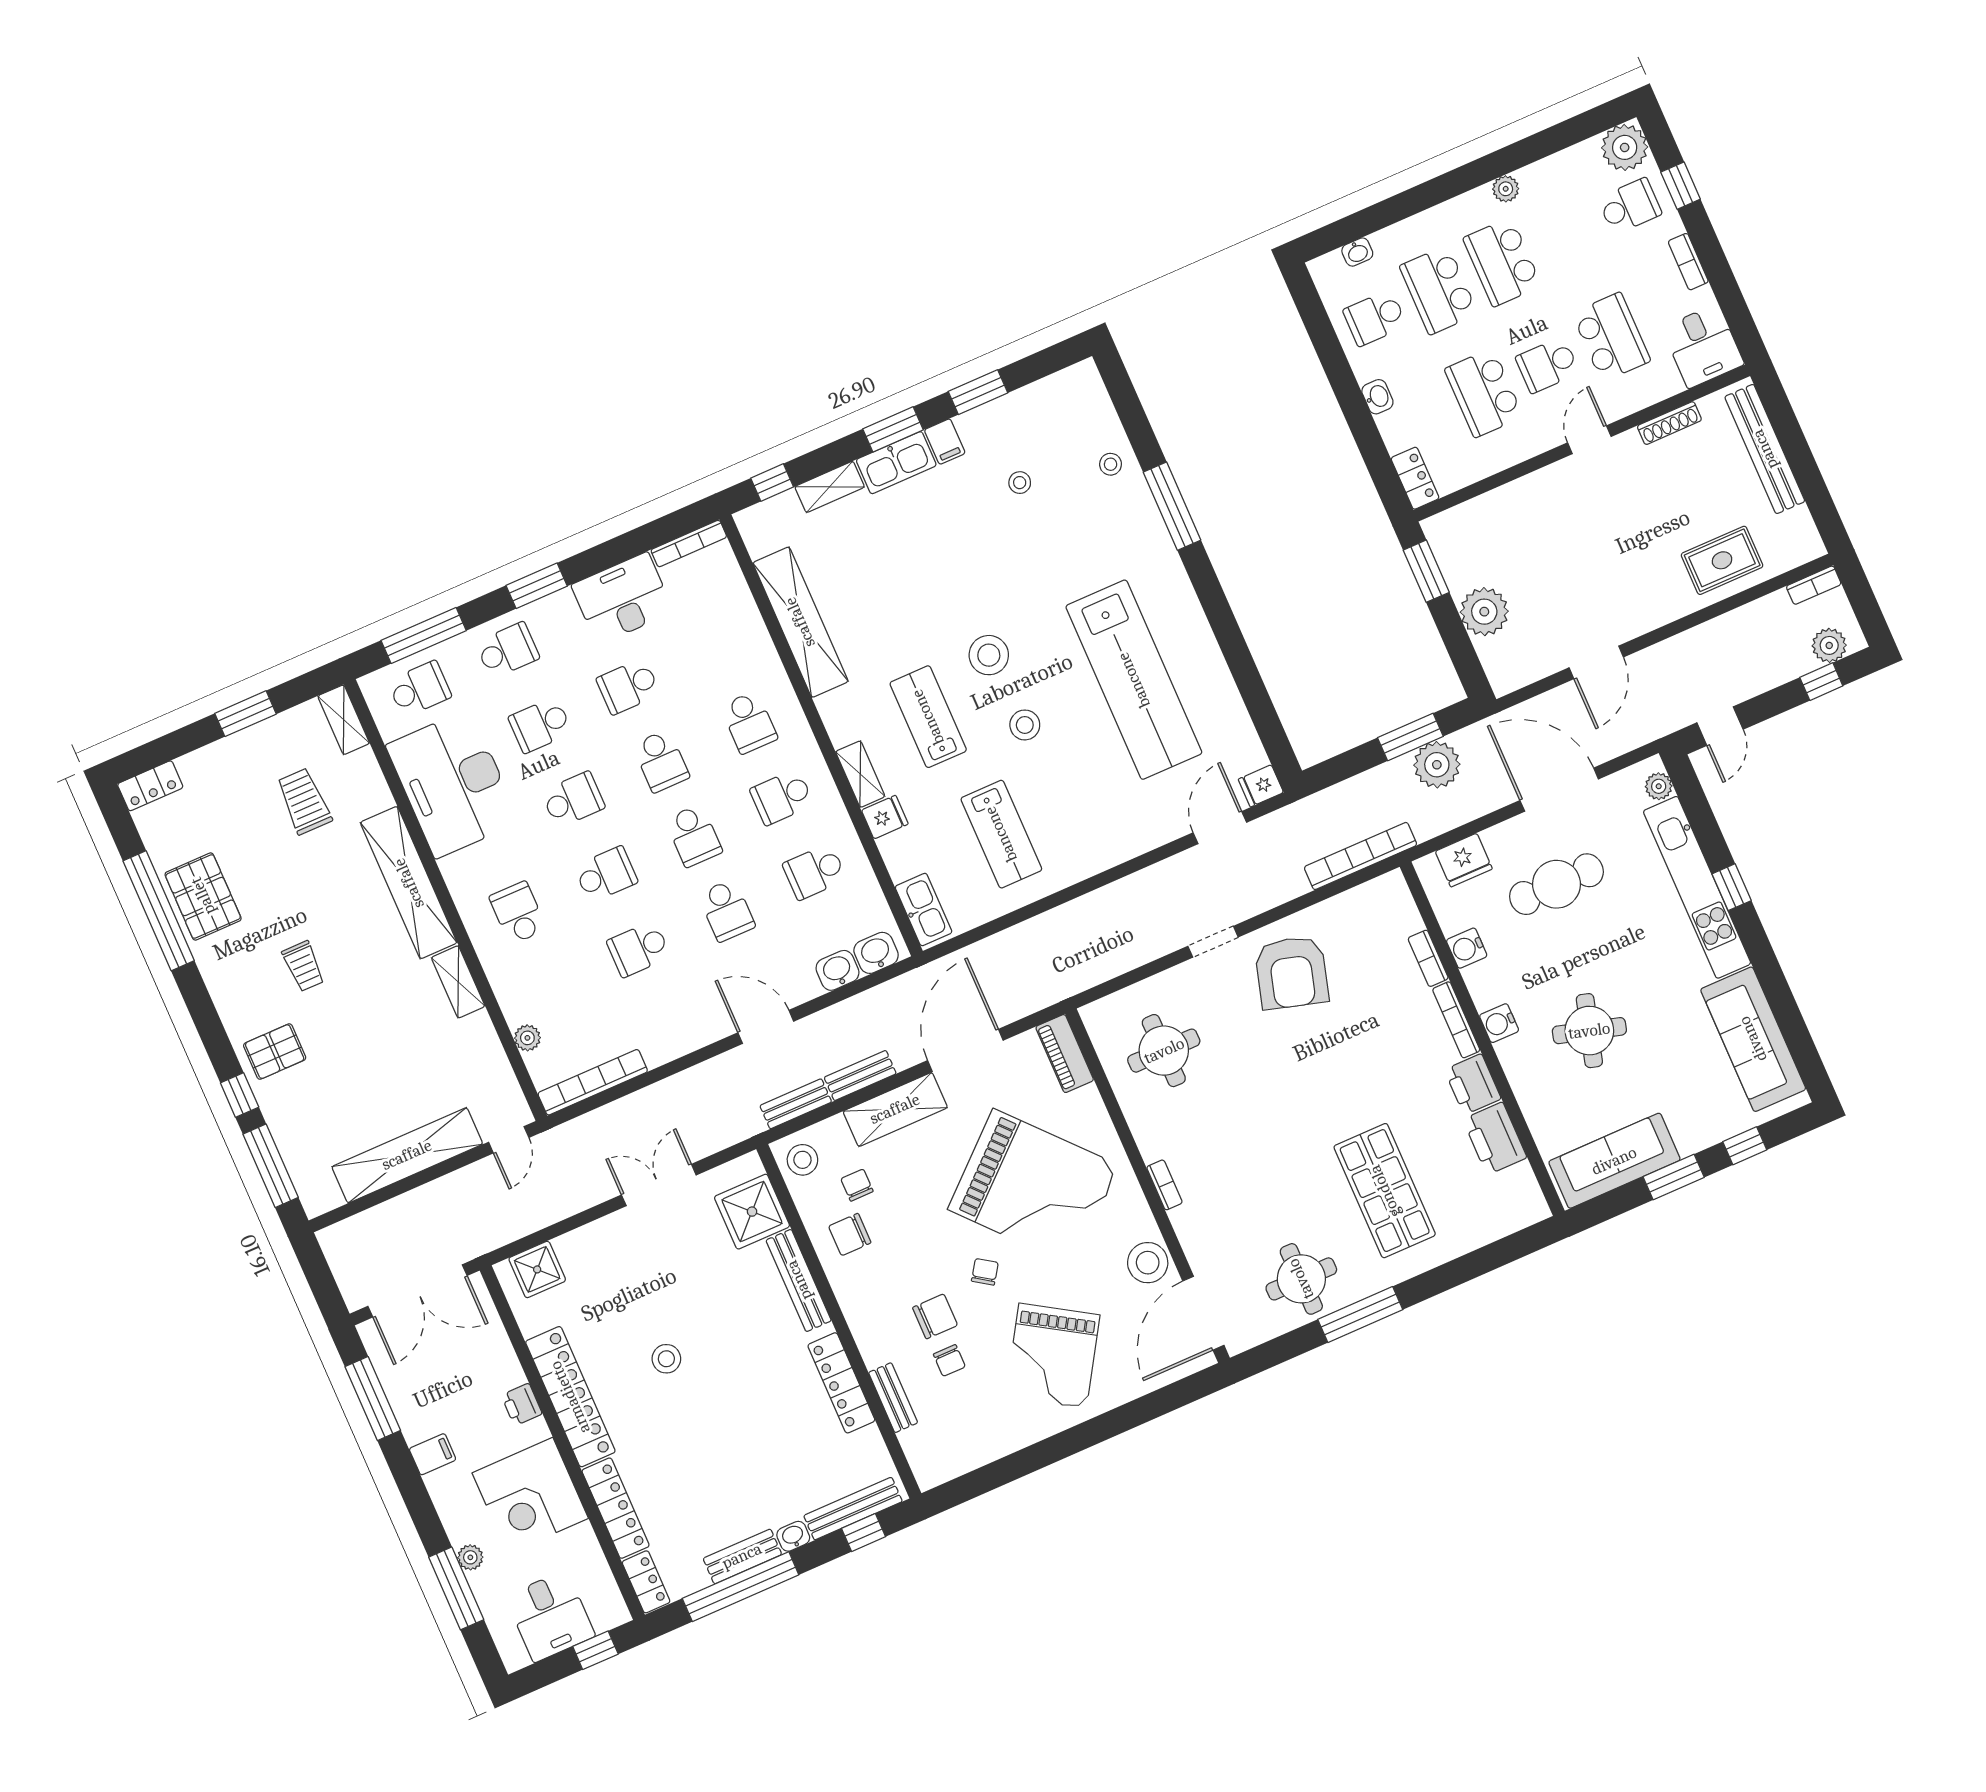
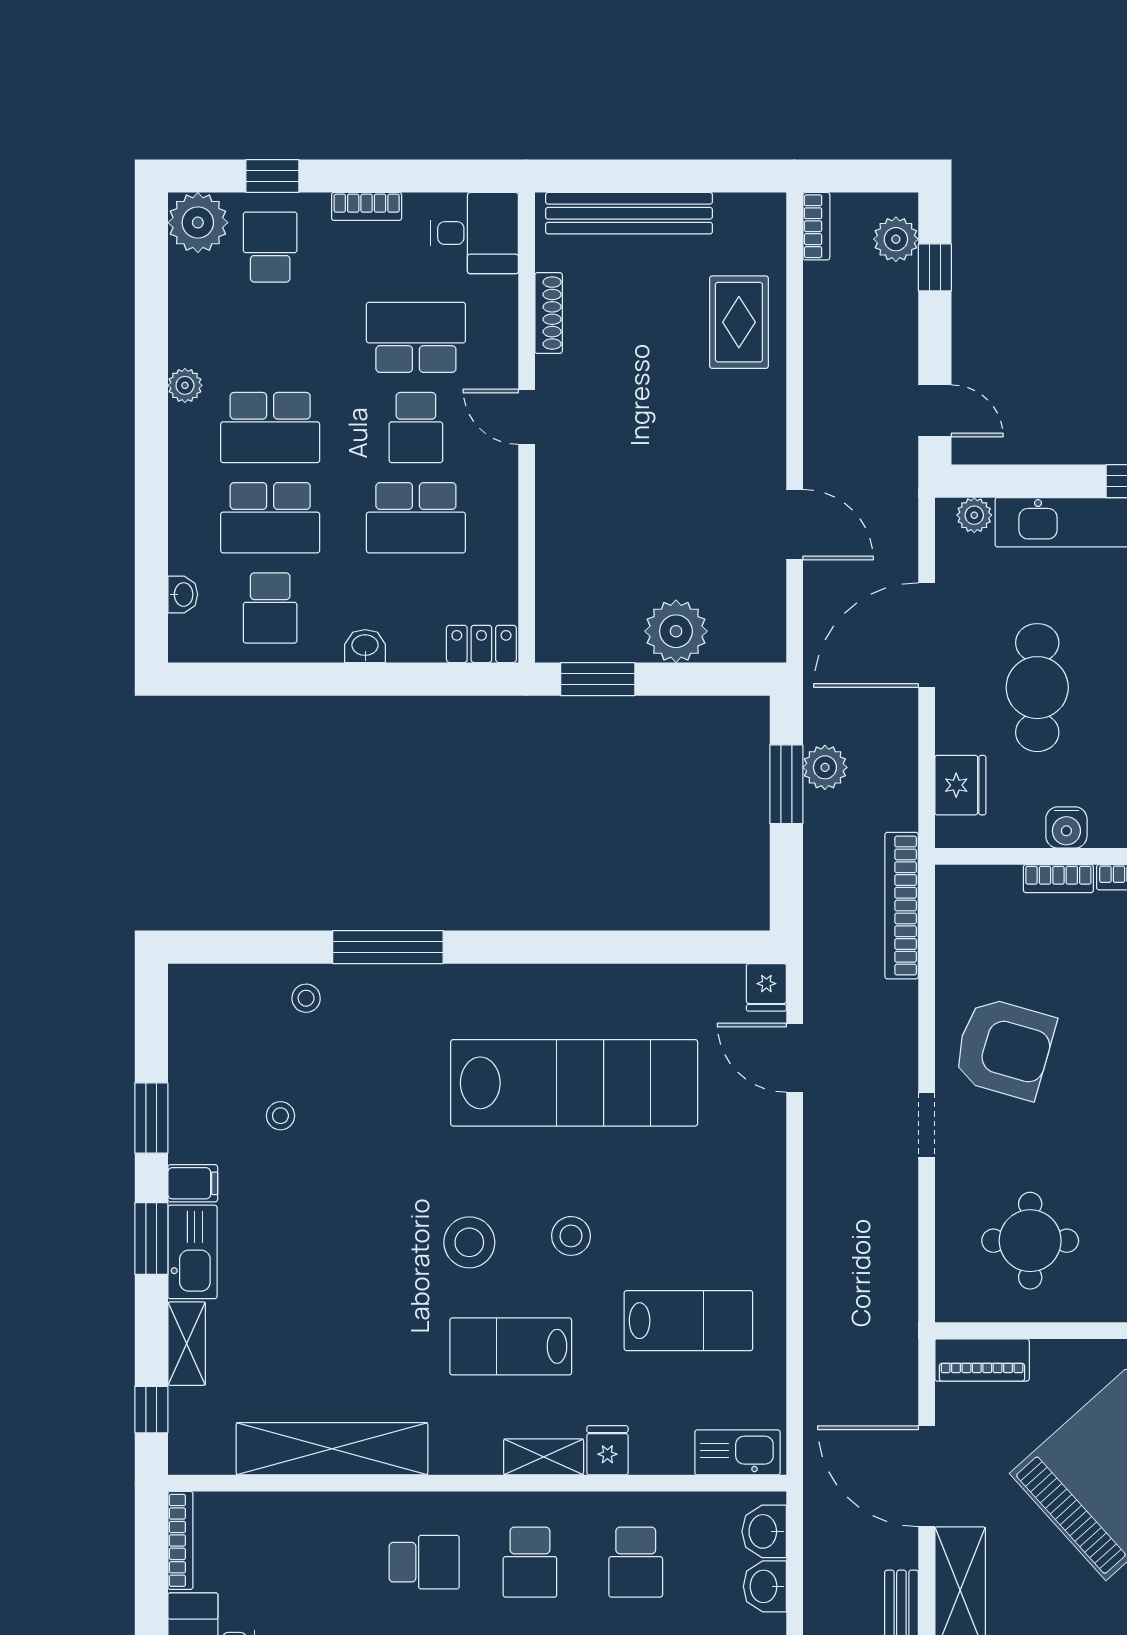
plant: (1437, 765) -> (825, 767), width x0.73, depth x0.73

